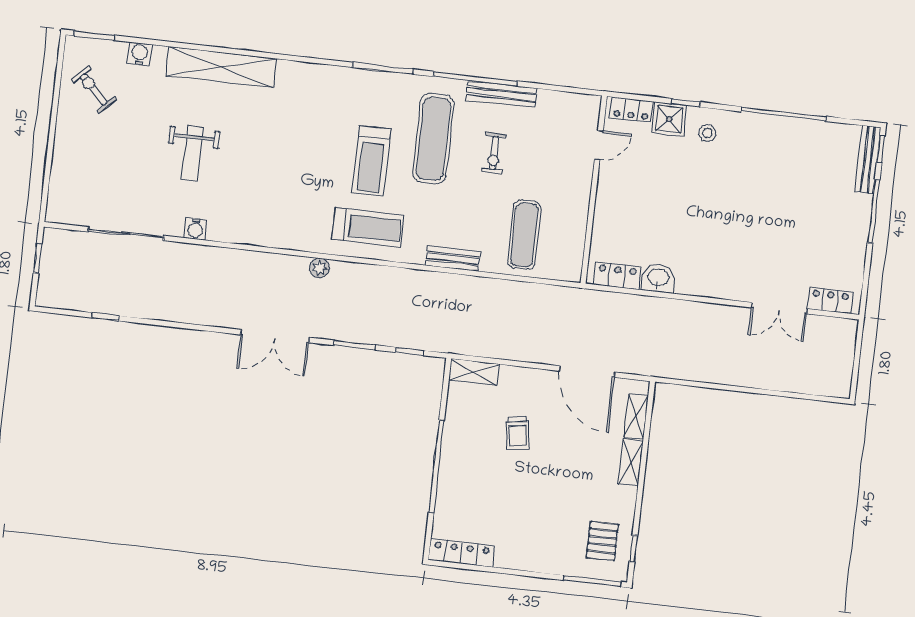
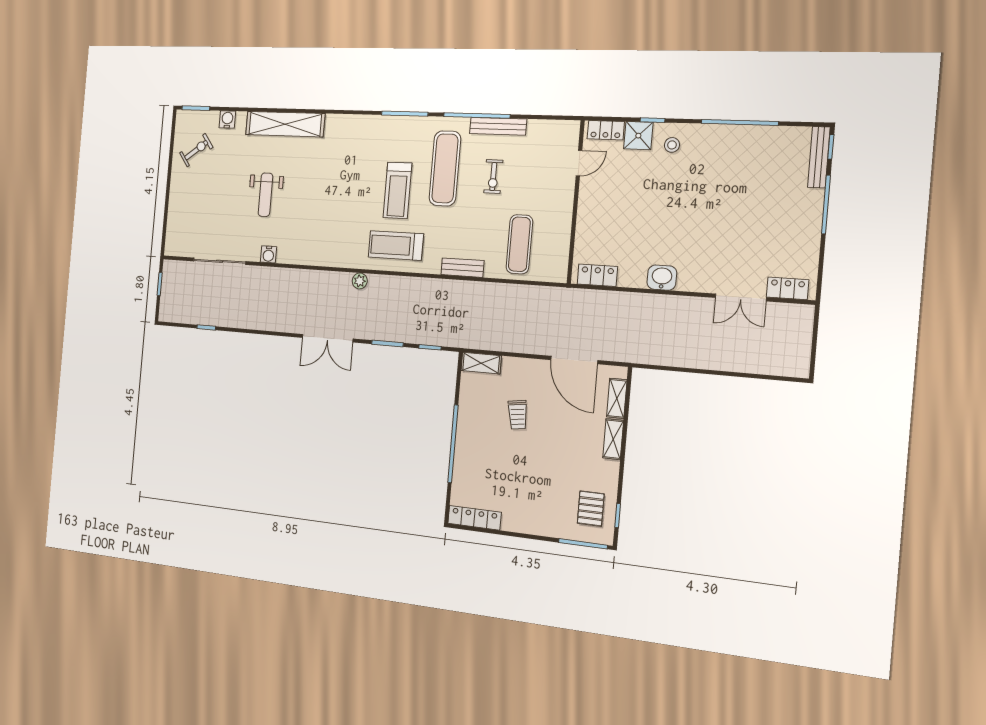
exercise bike: (94, 90) -> (196, 150), turned 99
treadmill: (368, 227) -> (396, 246), turned 180
washbasin: (658, 278) -> (662, 278), moved

